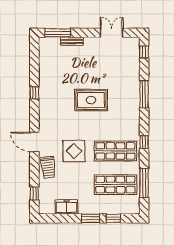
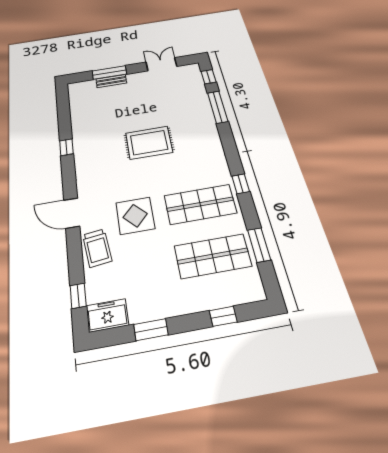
window: (58, 33) -> (109, 73), moved
window: (144, 94) -> (218, 107), moved
window: (144, 183) -> (259, 245), width x0.69
freezer: (66, 207) -> (107, 315), moved
window: (91, 218) -> (151, 330), moved

